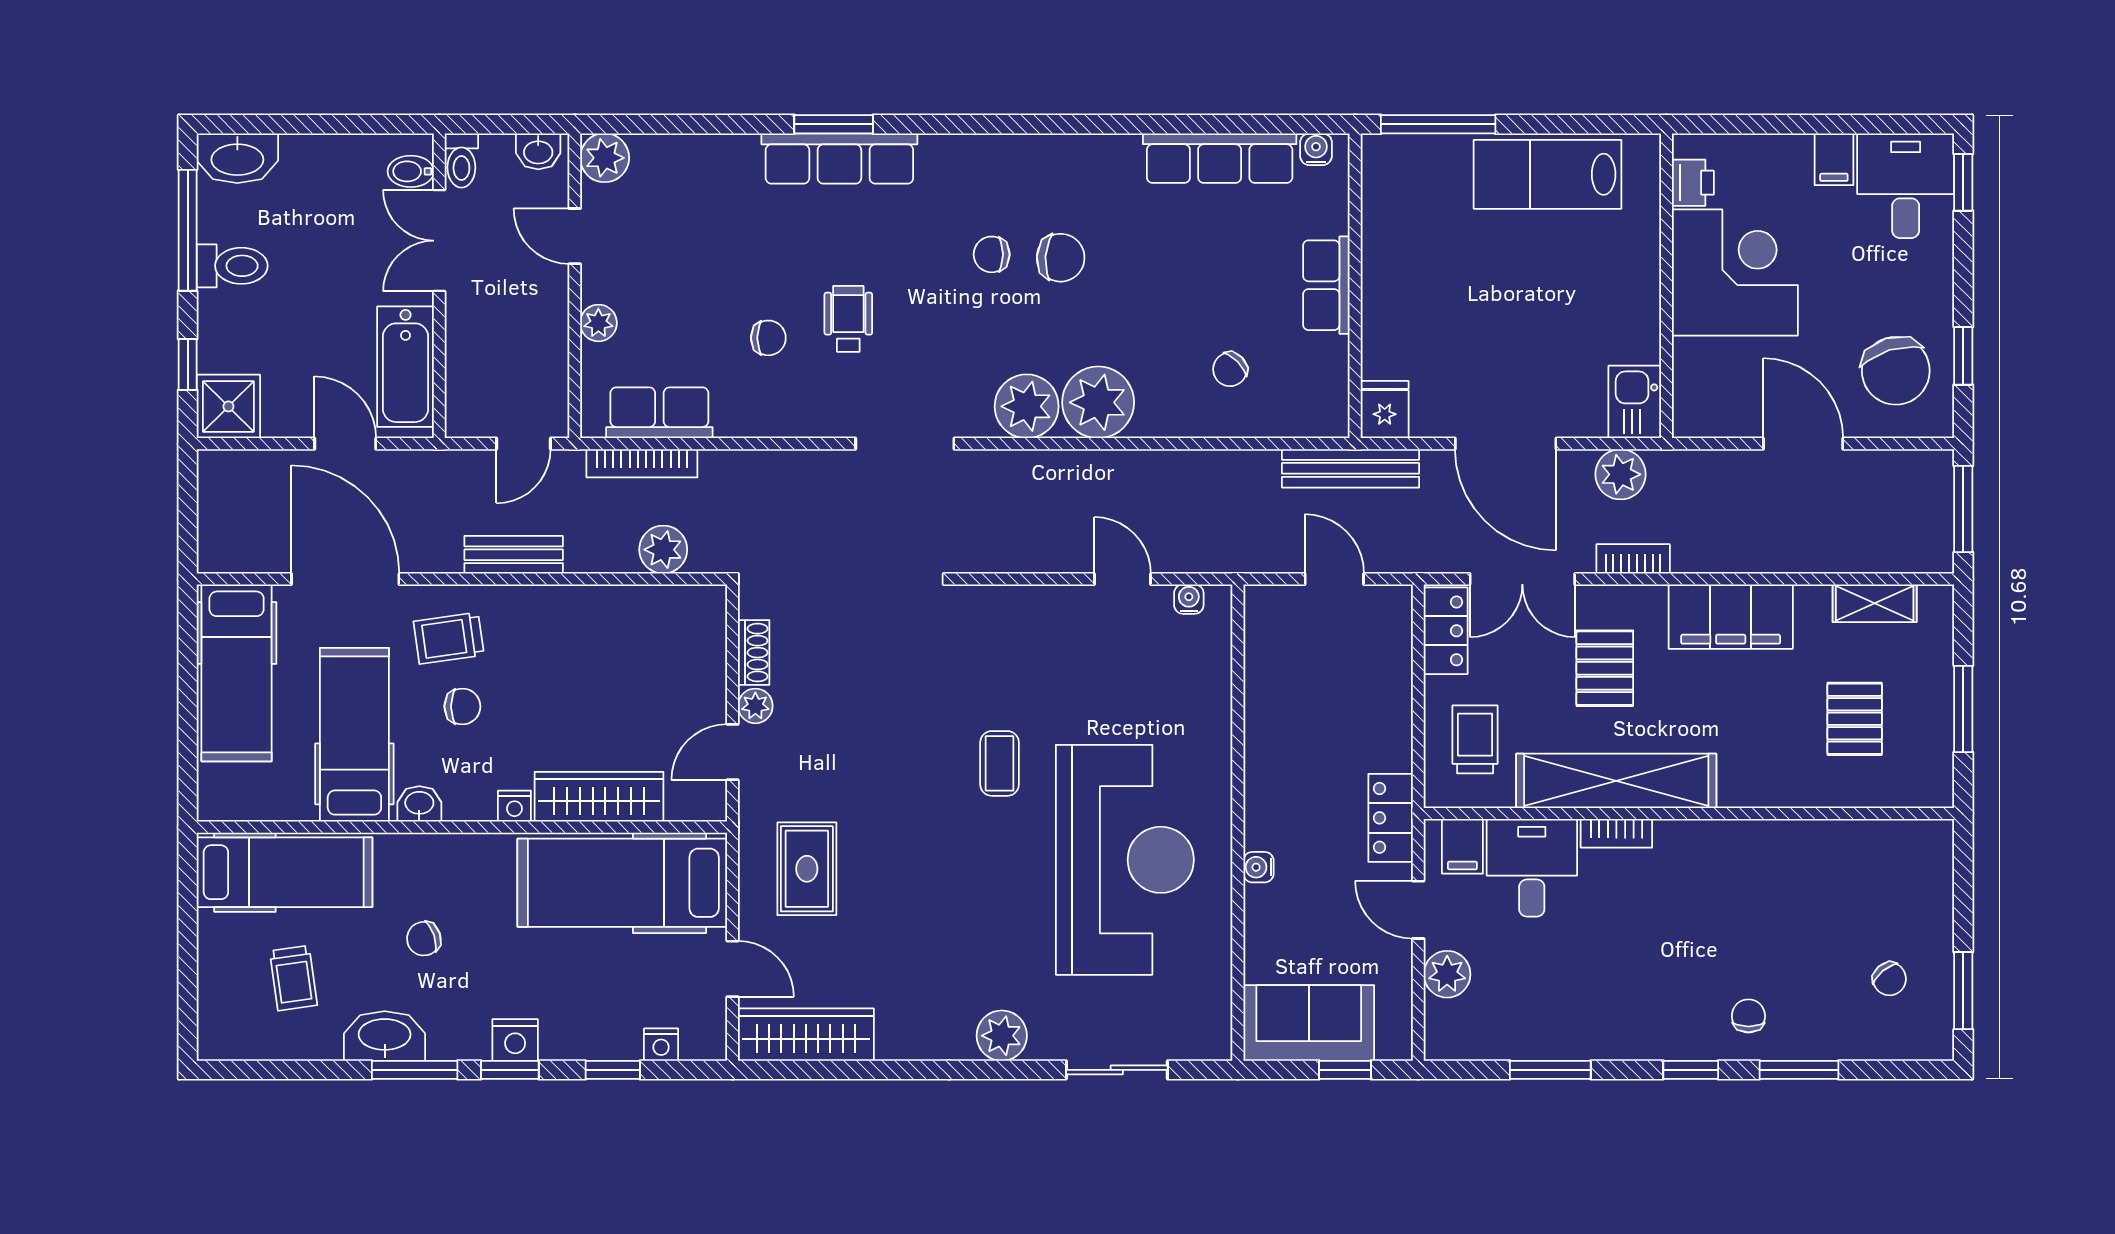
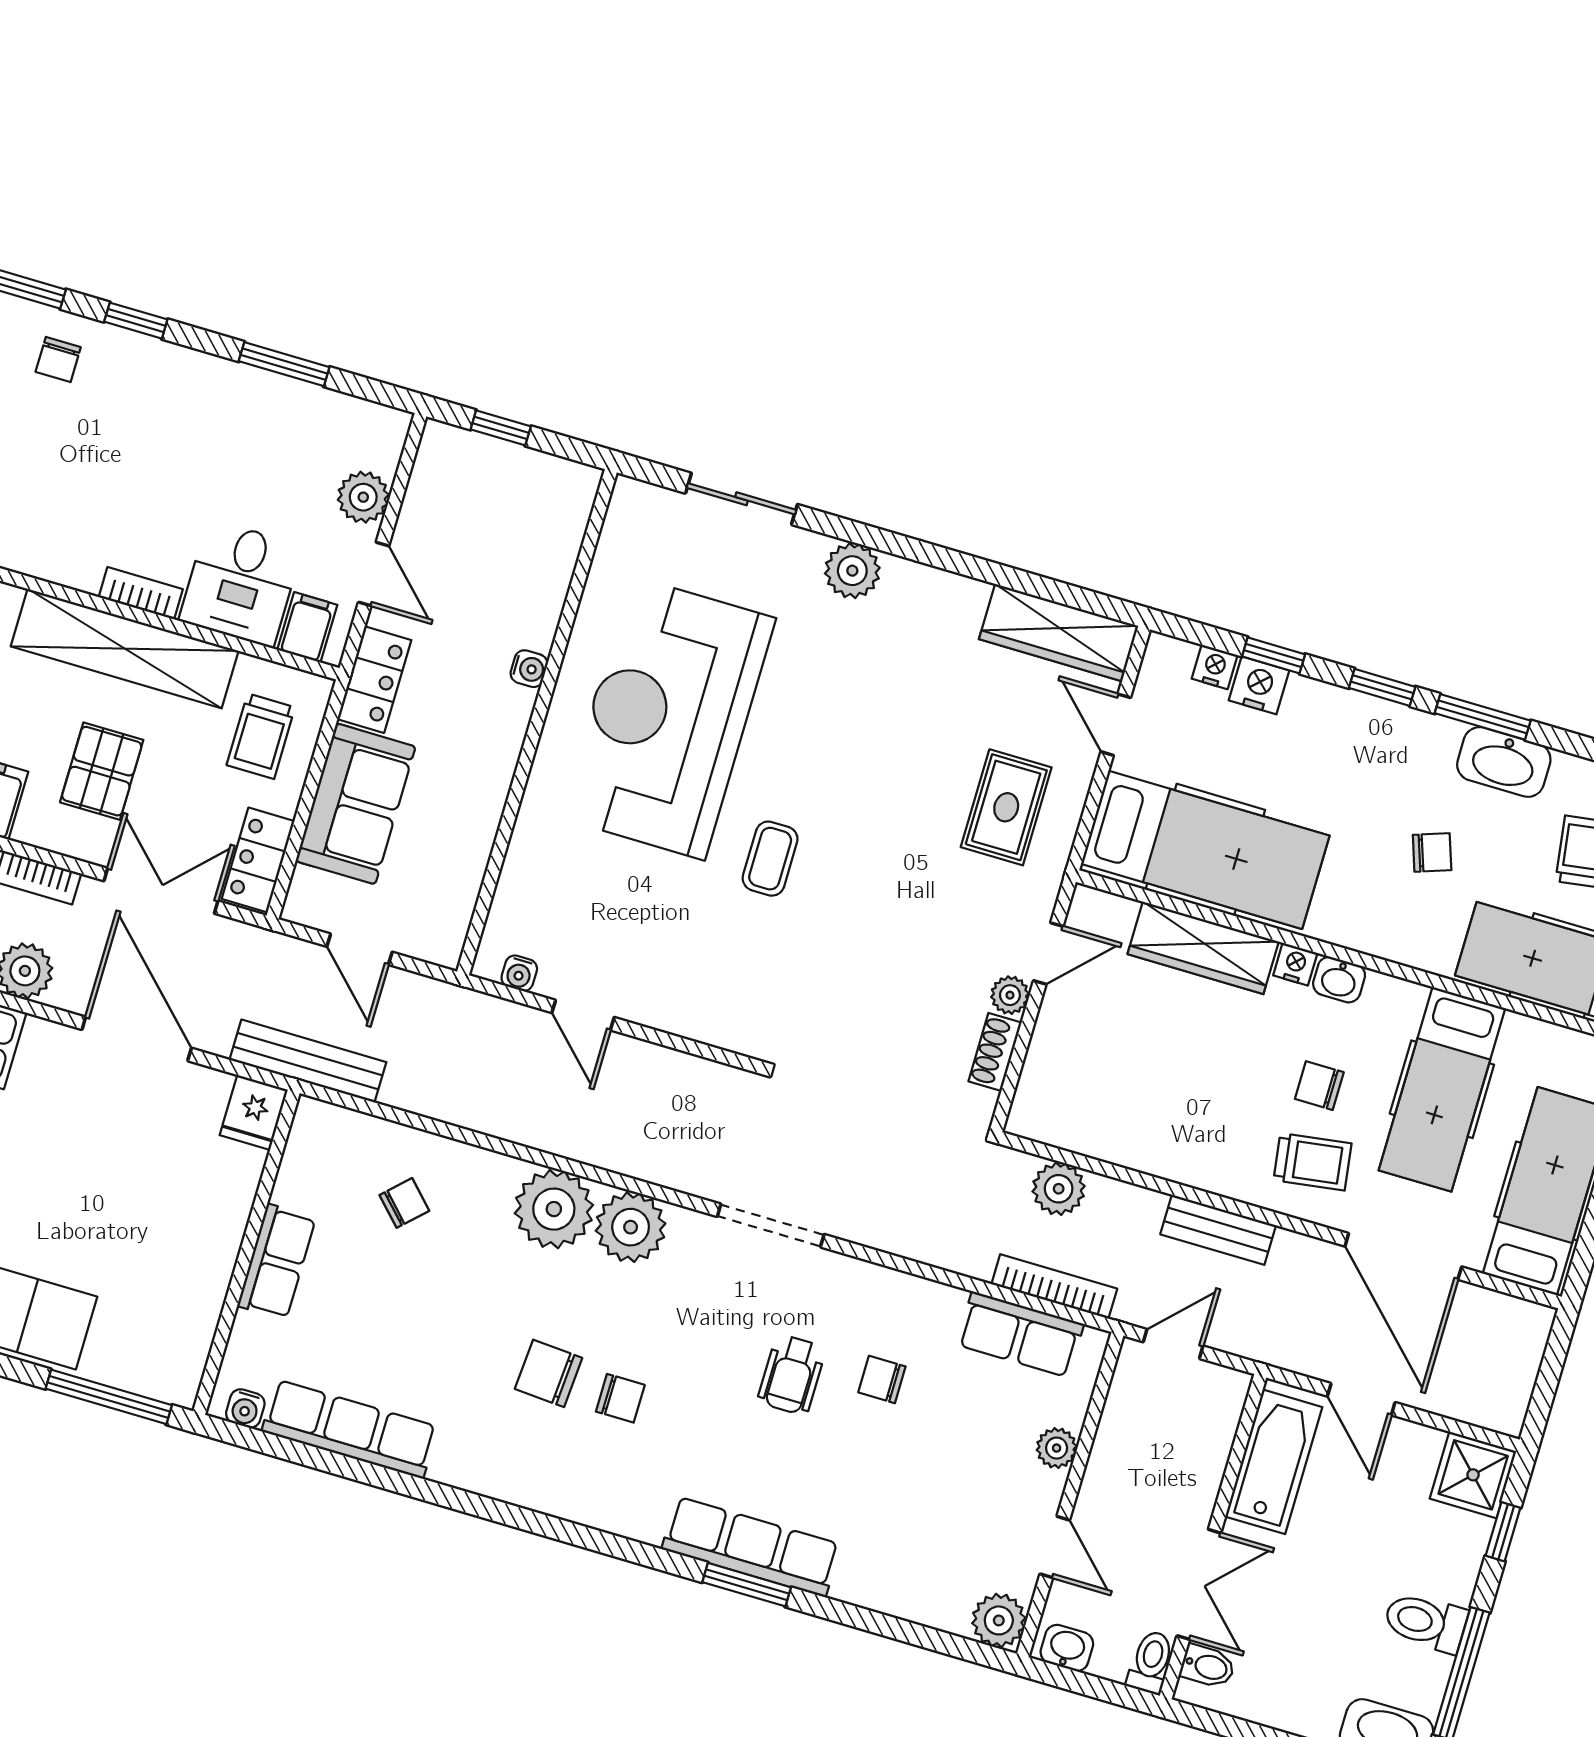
washbasin: (419, 804) -> (1339, 980), moved
sofa: (1309, 1023) -> (356, 804), moved, turned -90
nightstand: (515, 1040) -> (1259, 685), moved

